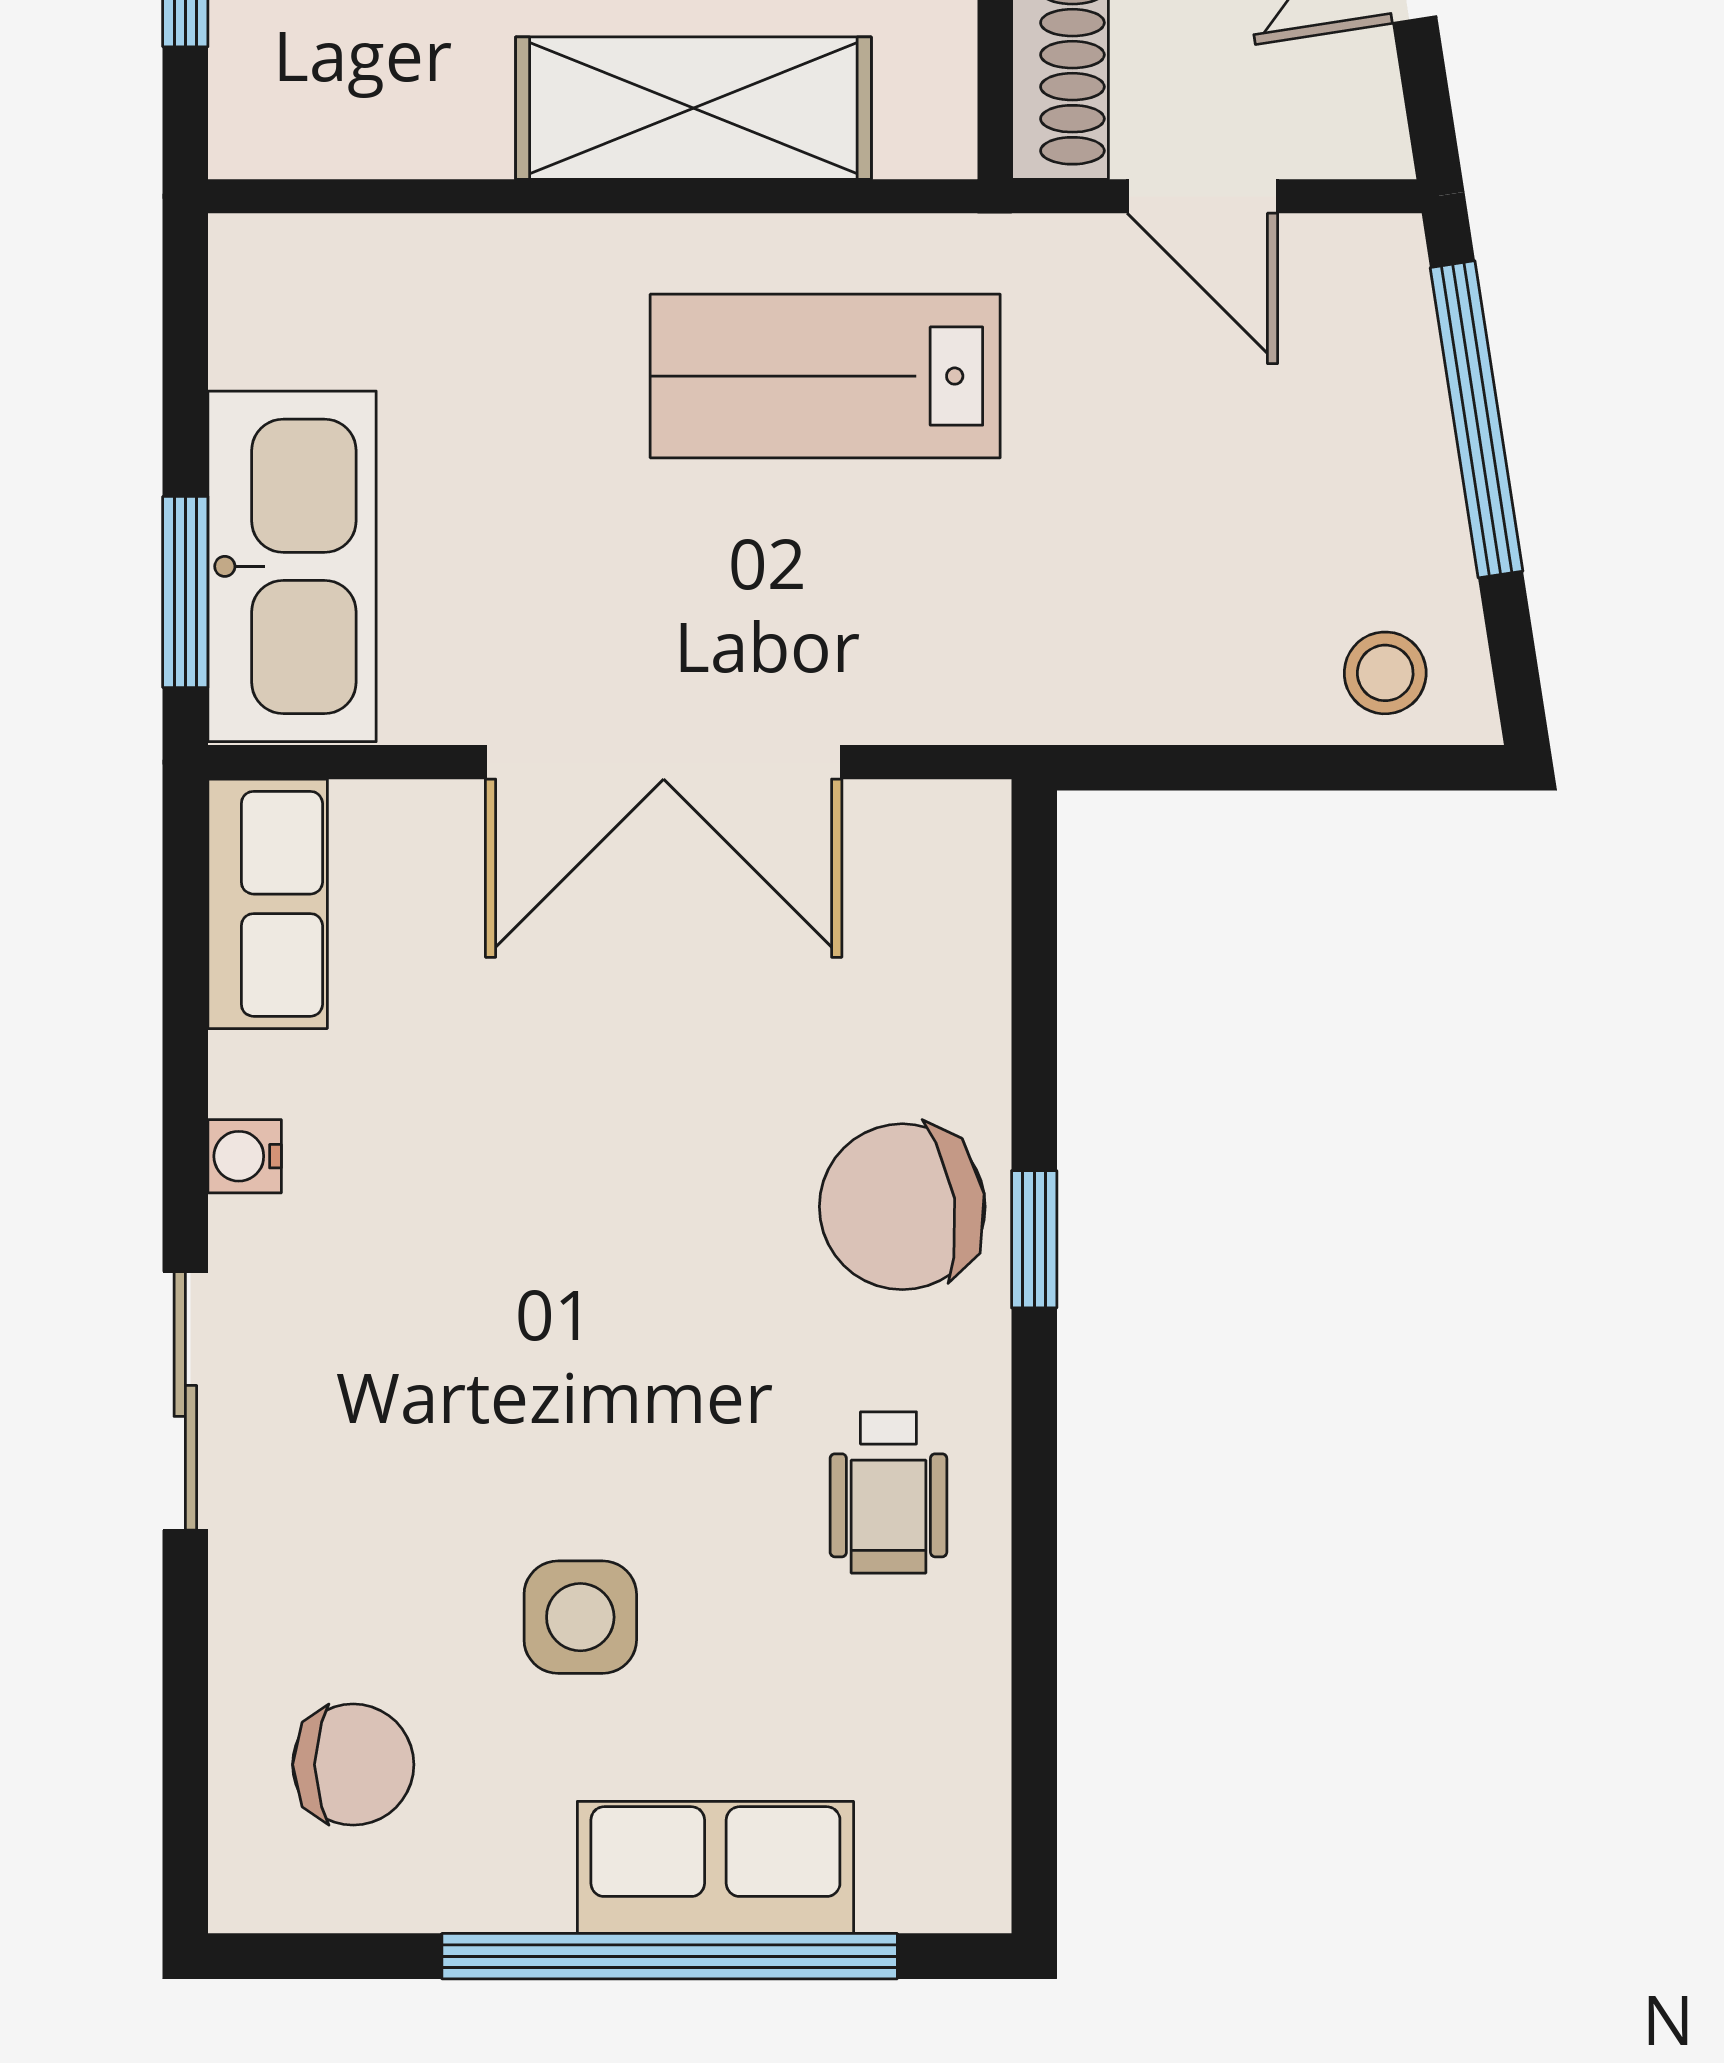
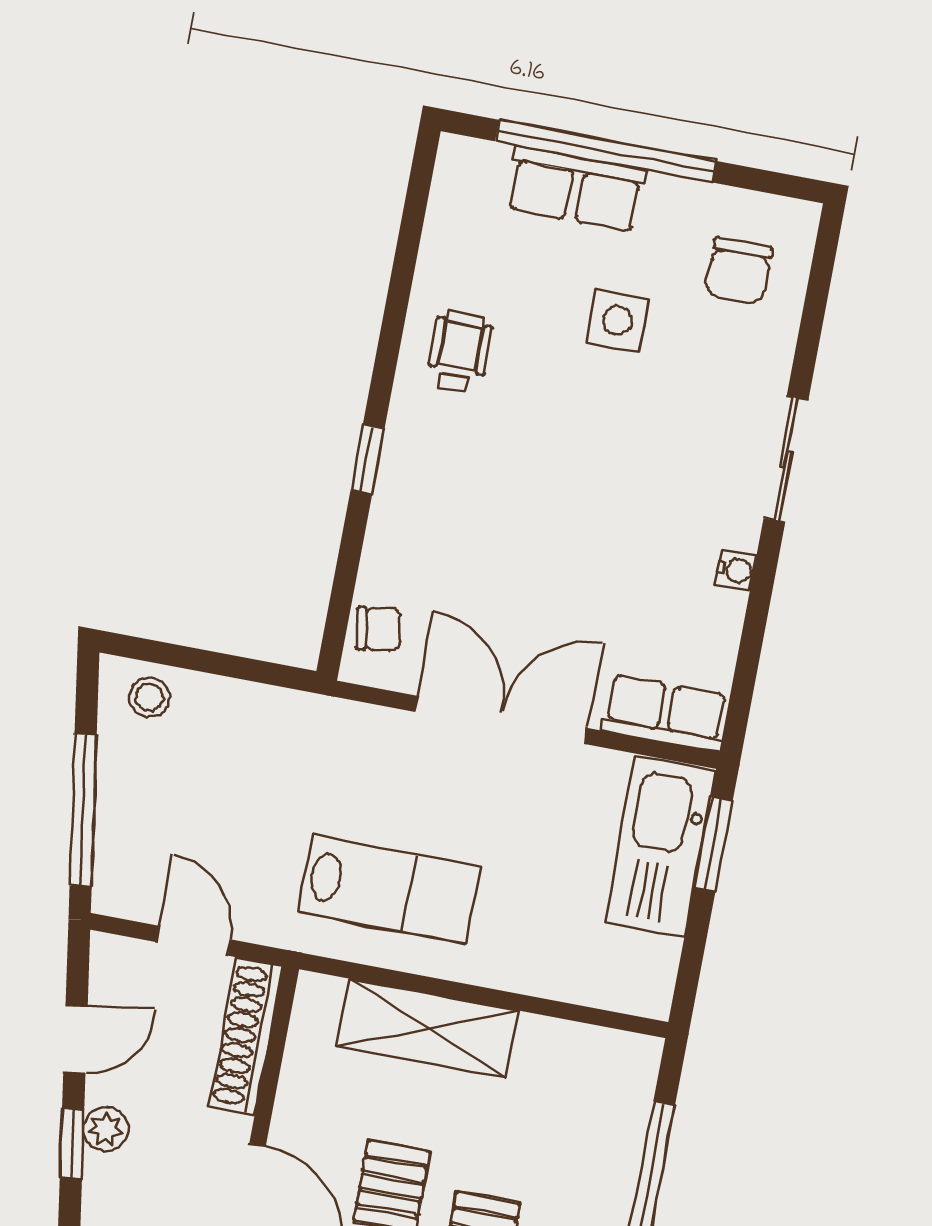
row of seats: (268, 904) -> (665, 713), moved, turned 90
chair: (902, 1207) -> (379, 629), moved, width x0.54, depth x0.54
chair: (353, 1765) -> (739, 271), turned -90

